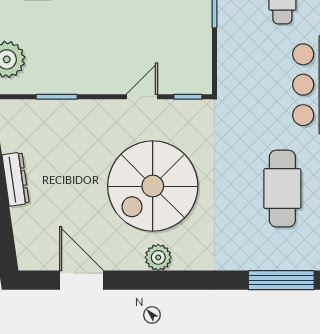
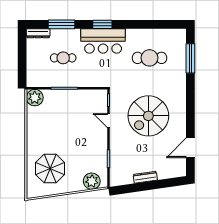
spiral stairs: (153, 186) -> (148, 116), turned 90
plant: (158, 257) -> (180, 113), removed

